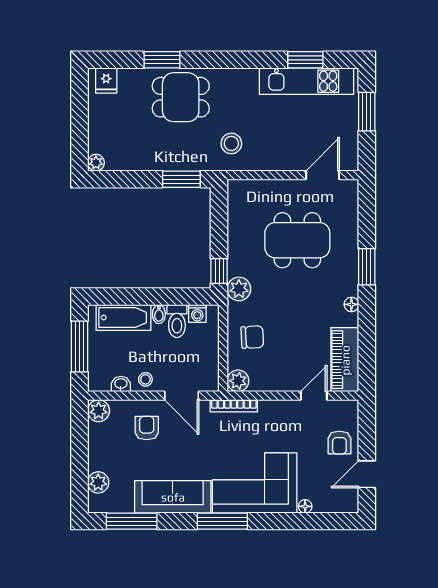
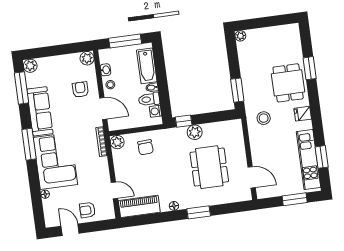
fridge: (106, 81) -> (303, 114), moved
plant: (239, 289) -> (195, 132), moved
door: (182, 396) -> (103, 108), swing flipped
armchair: (147, 428) -> (80, 90), turned -90
plant: (98, 482) -> (30, 66), moved

